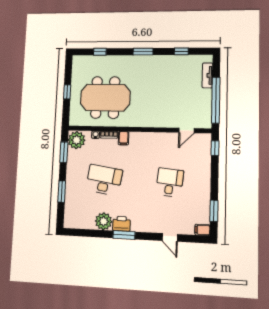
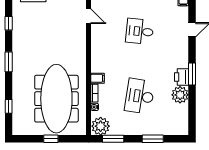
meeting table: (105, 98) -> (56, 99), width x1.36

